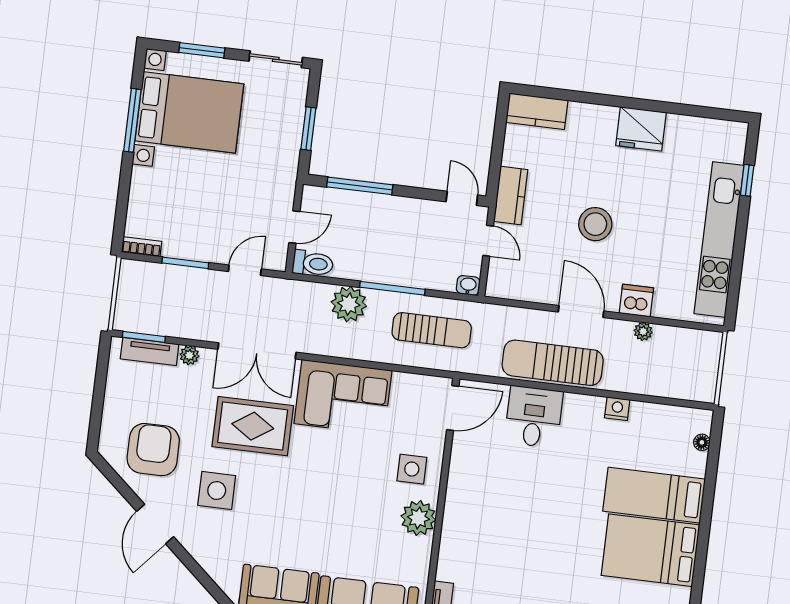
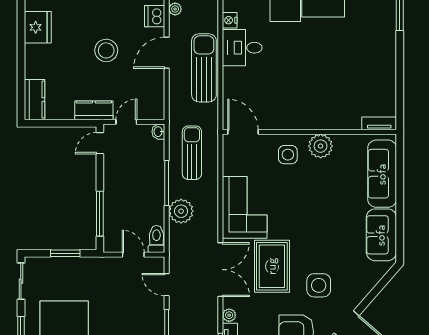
sun lounger: (553, 363) -> (204, 68), turned 180
desk: (534, 417) -> (242, 48), moved

